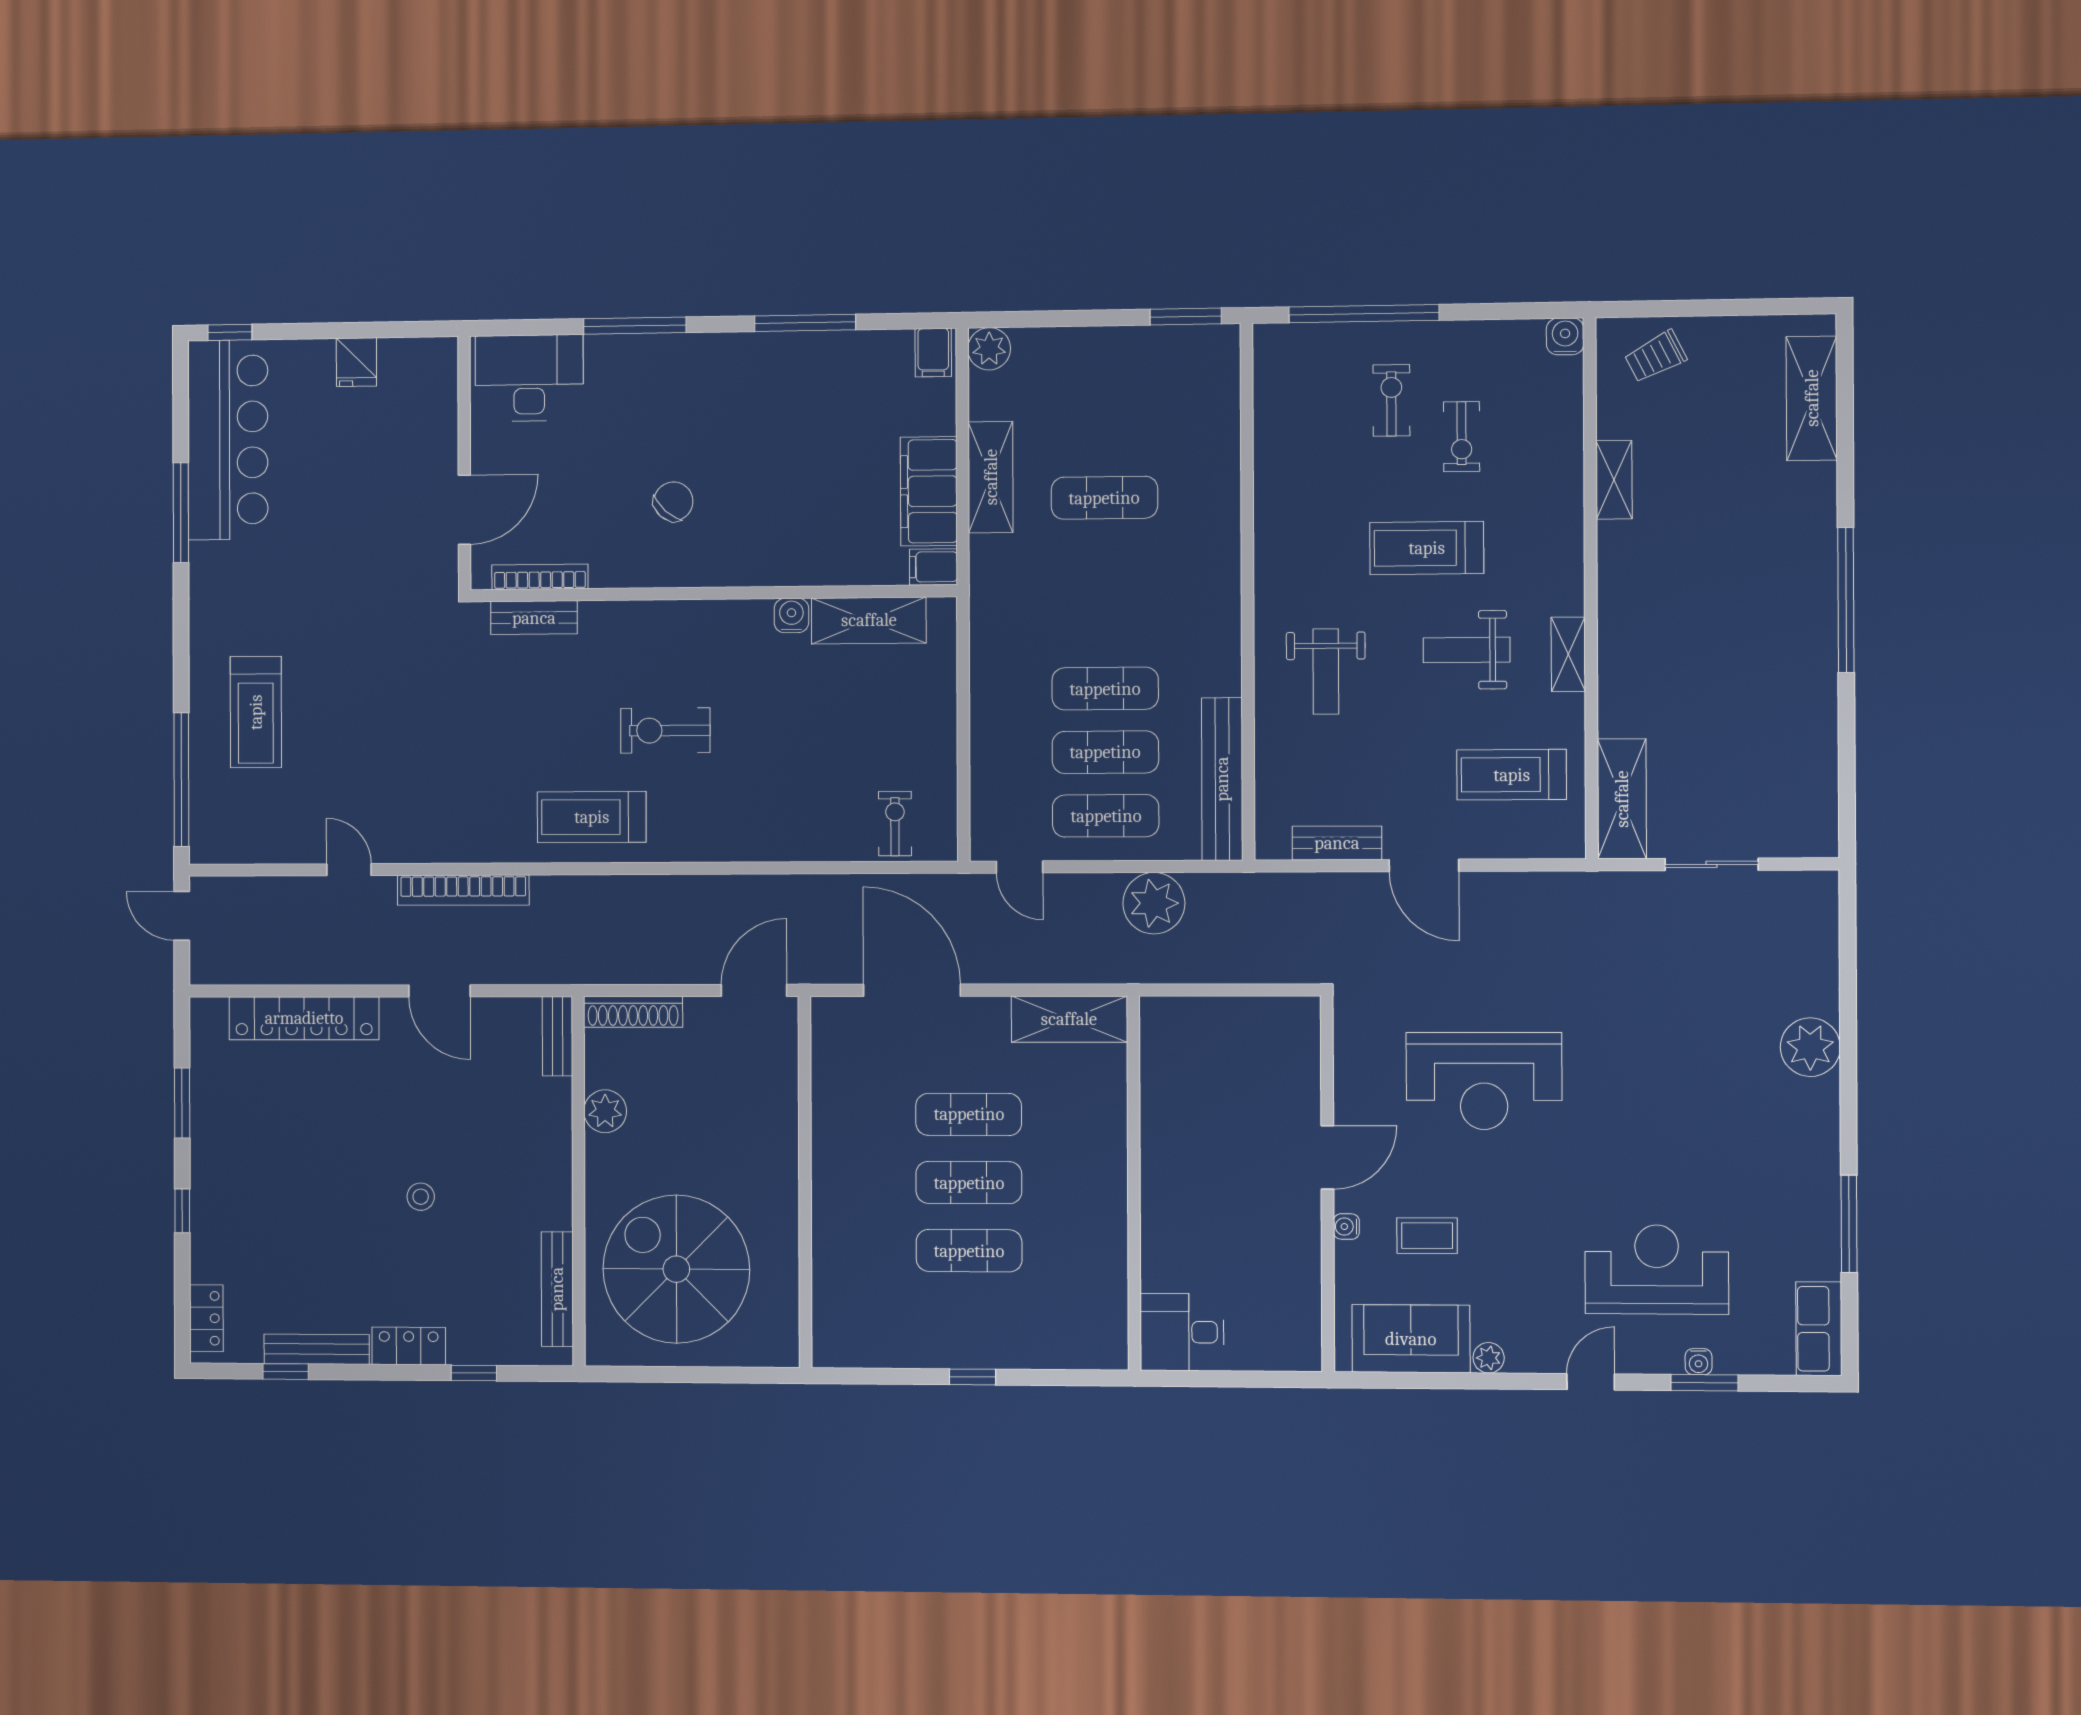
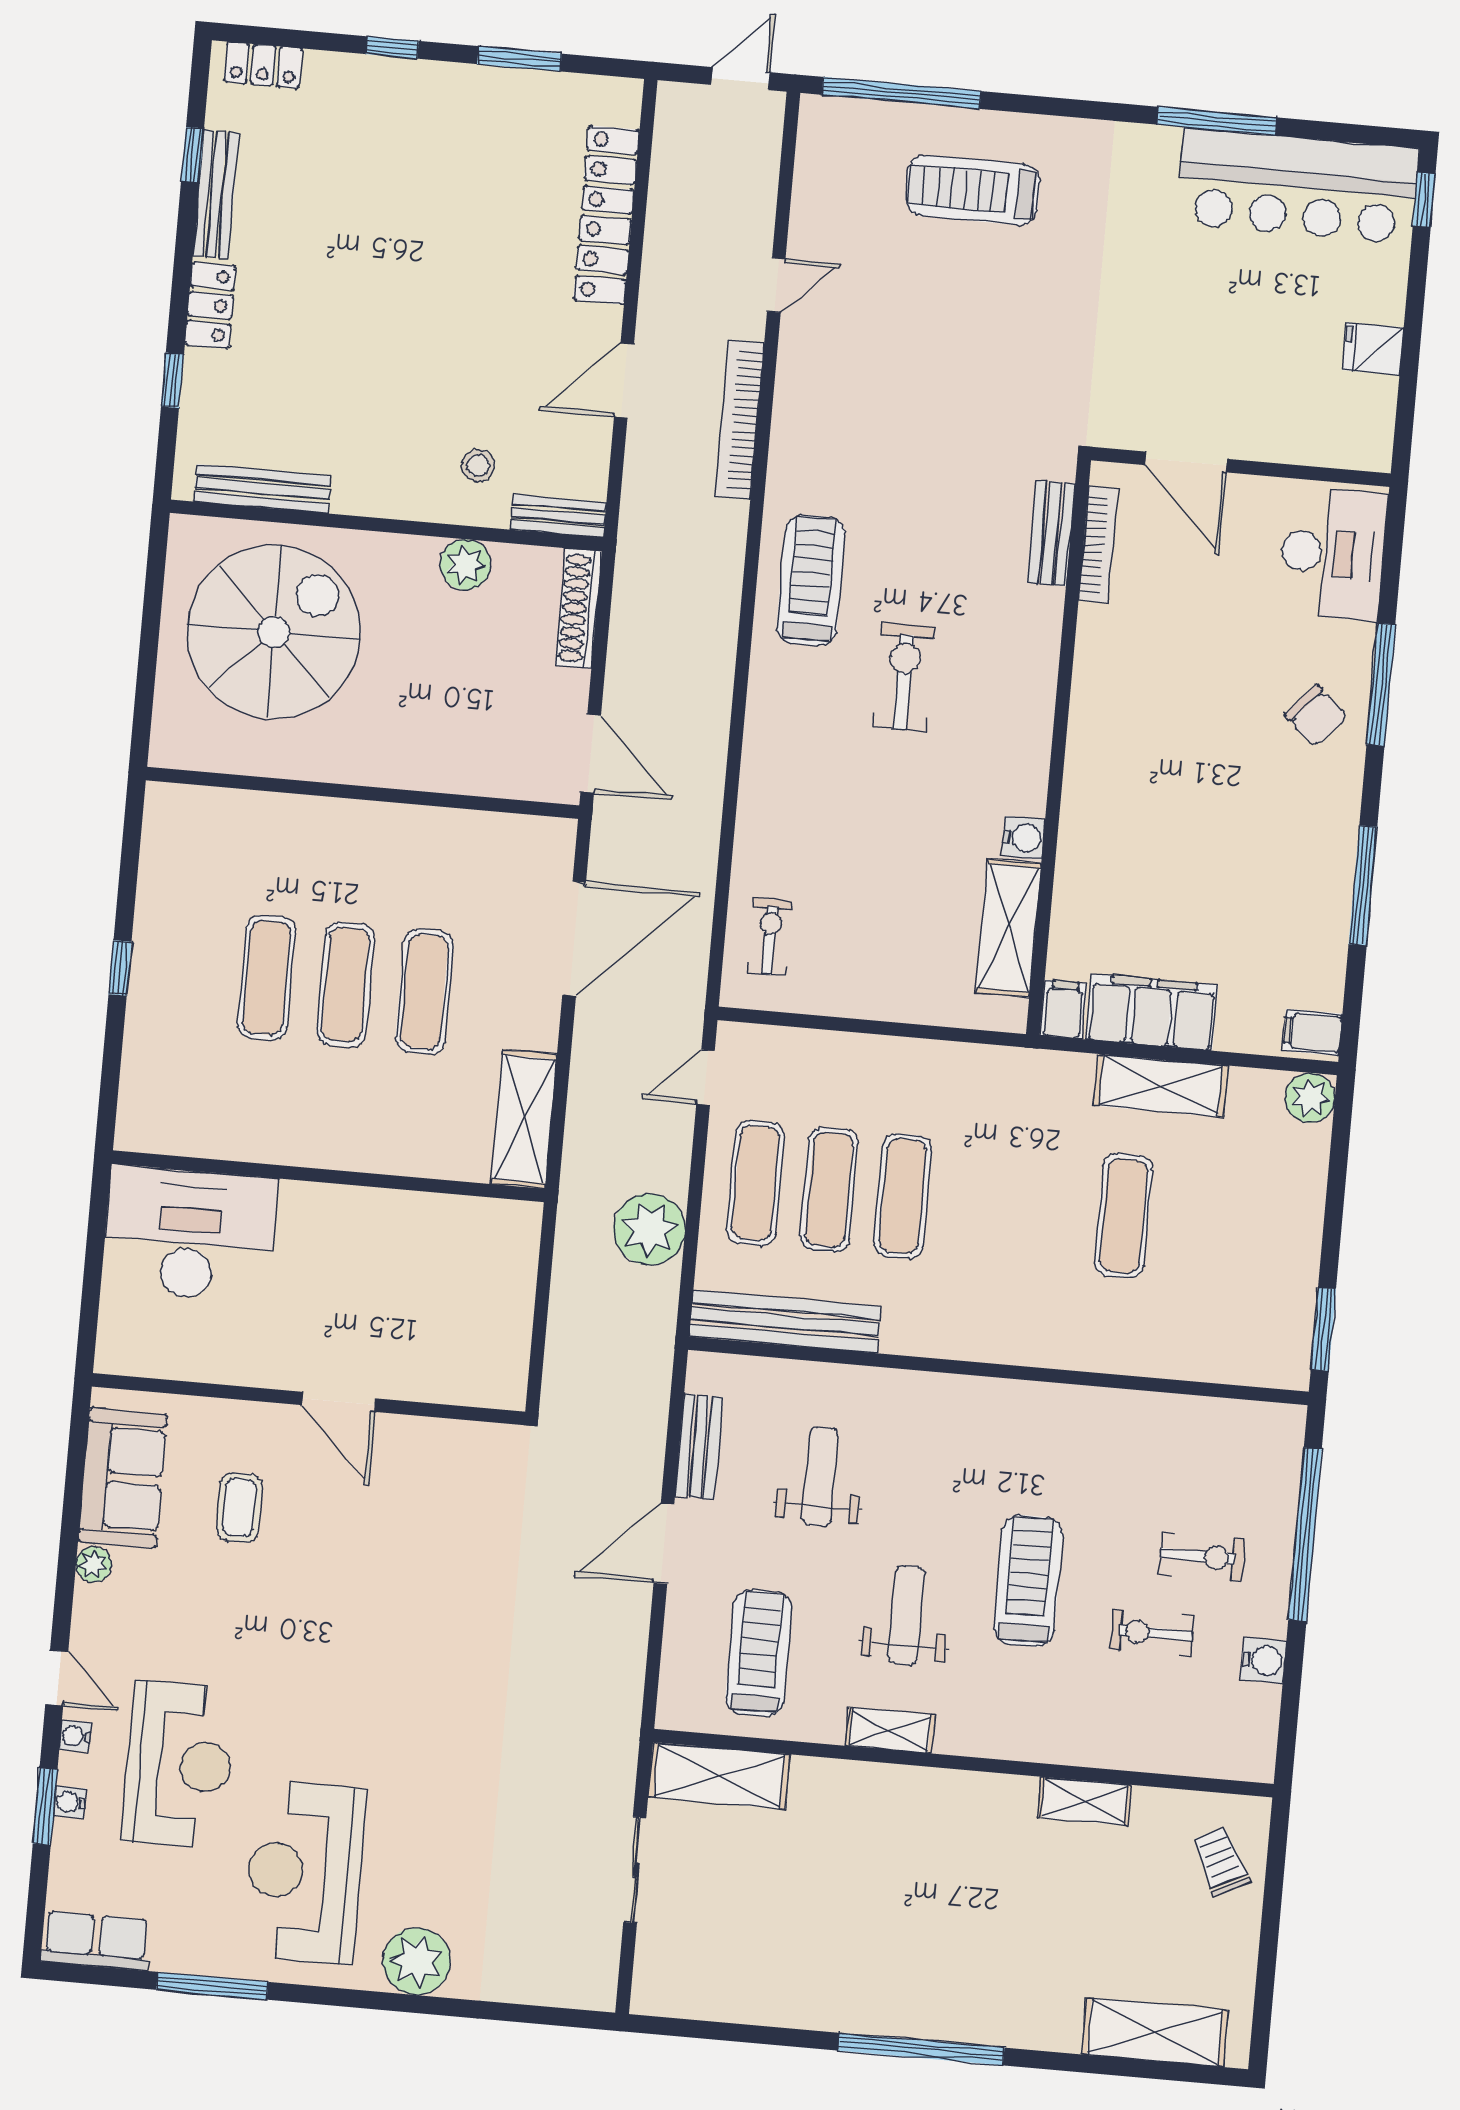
water cooler: (1565, 336) -> (1263, 1660), moved
chair: (673, 501) -> (1316, 716), moved
weight bench: (1326, 672) -> (820, 1477), moved, turned 90
exercise bike: (895, 824) -> (770, 937), turned -90
reception desk: (1484, 1081) -> (305, 1872), moved
stool: (421, 1197) -> (478, 465), moved
water cooler: (1346, 1227) -> (75, 1736), moved, turned -90
desk: (1182, 1332) -> (190, 1234), width x1.87, depth x1.30

